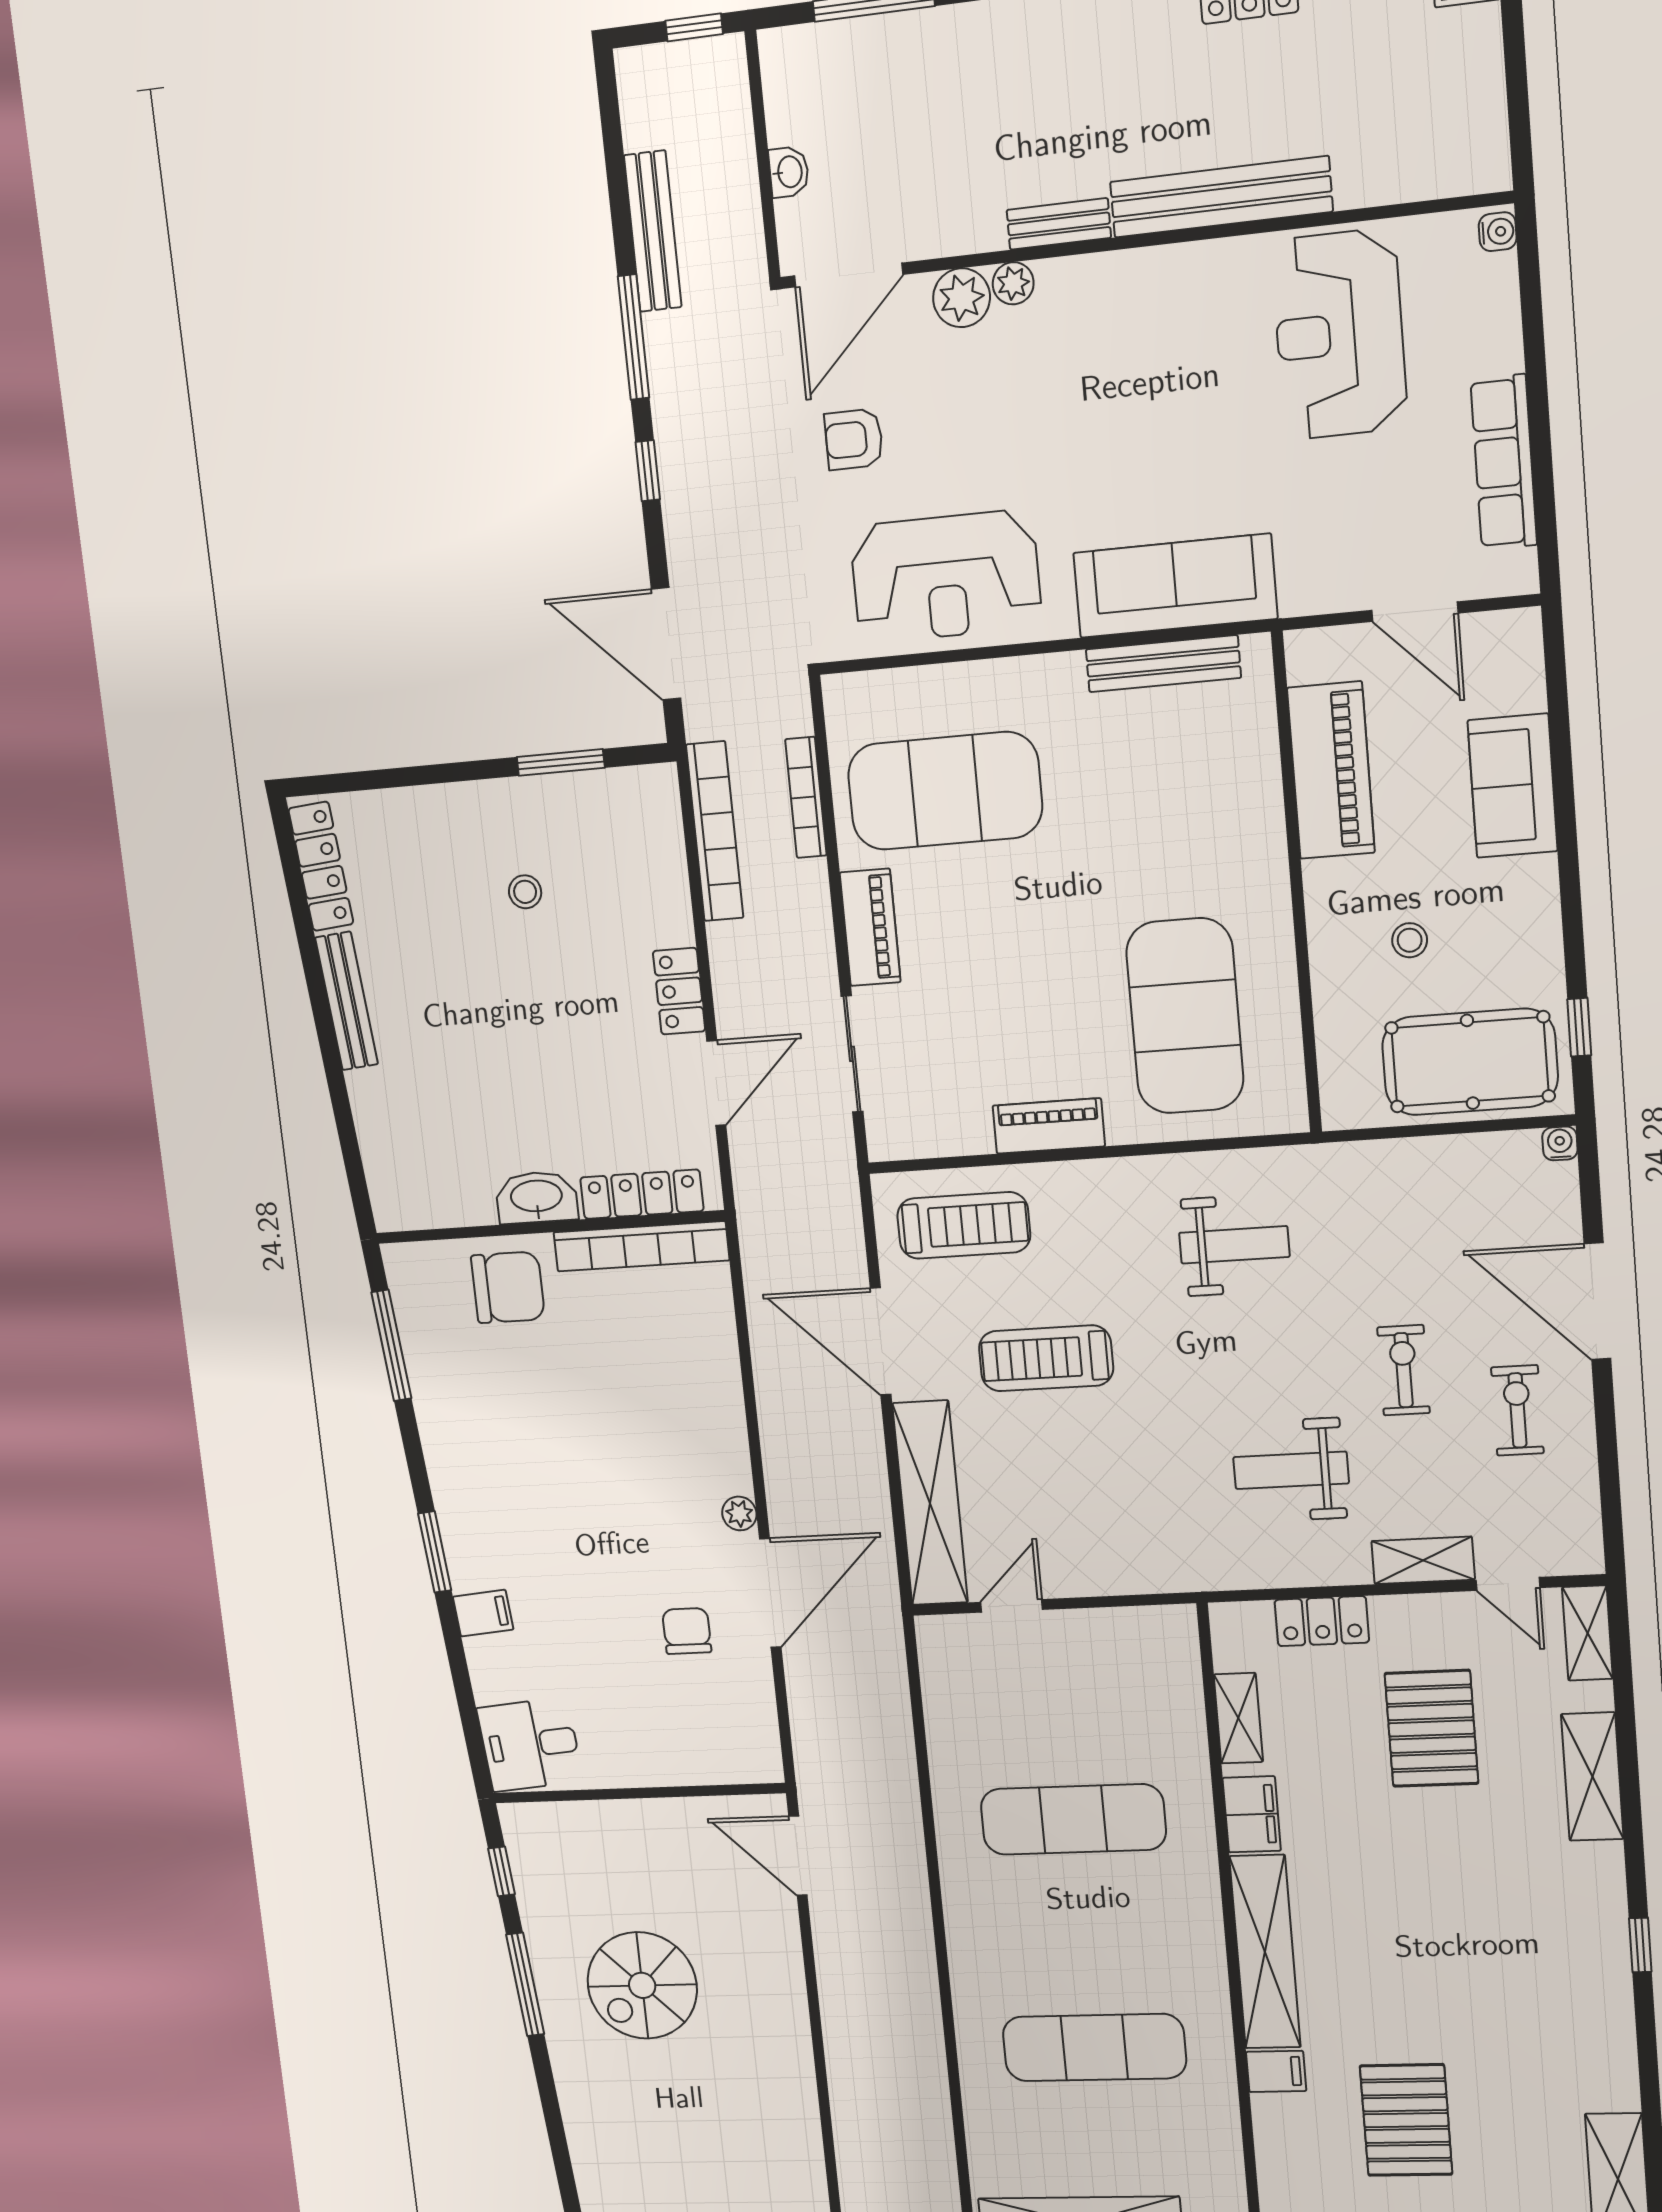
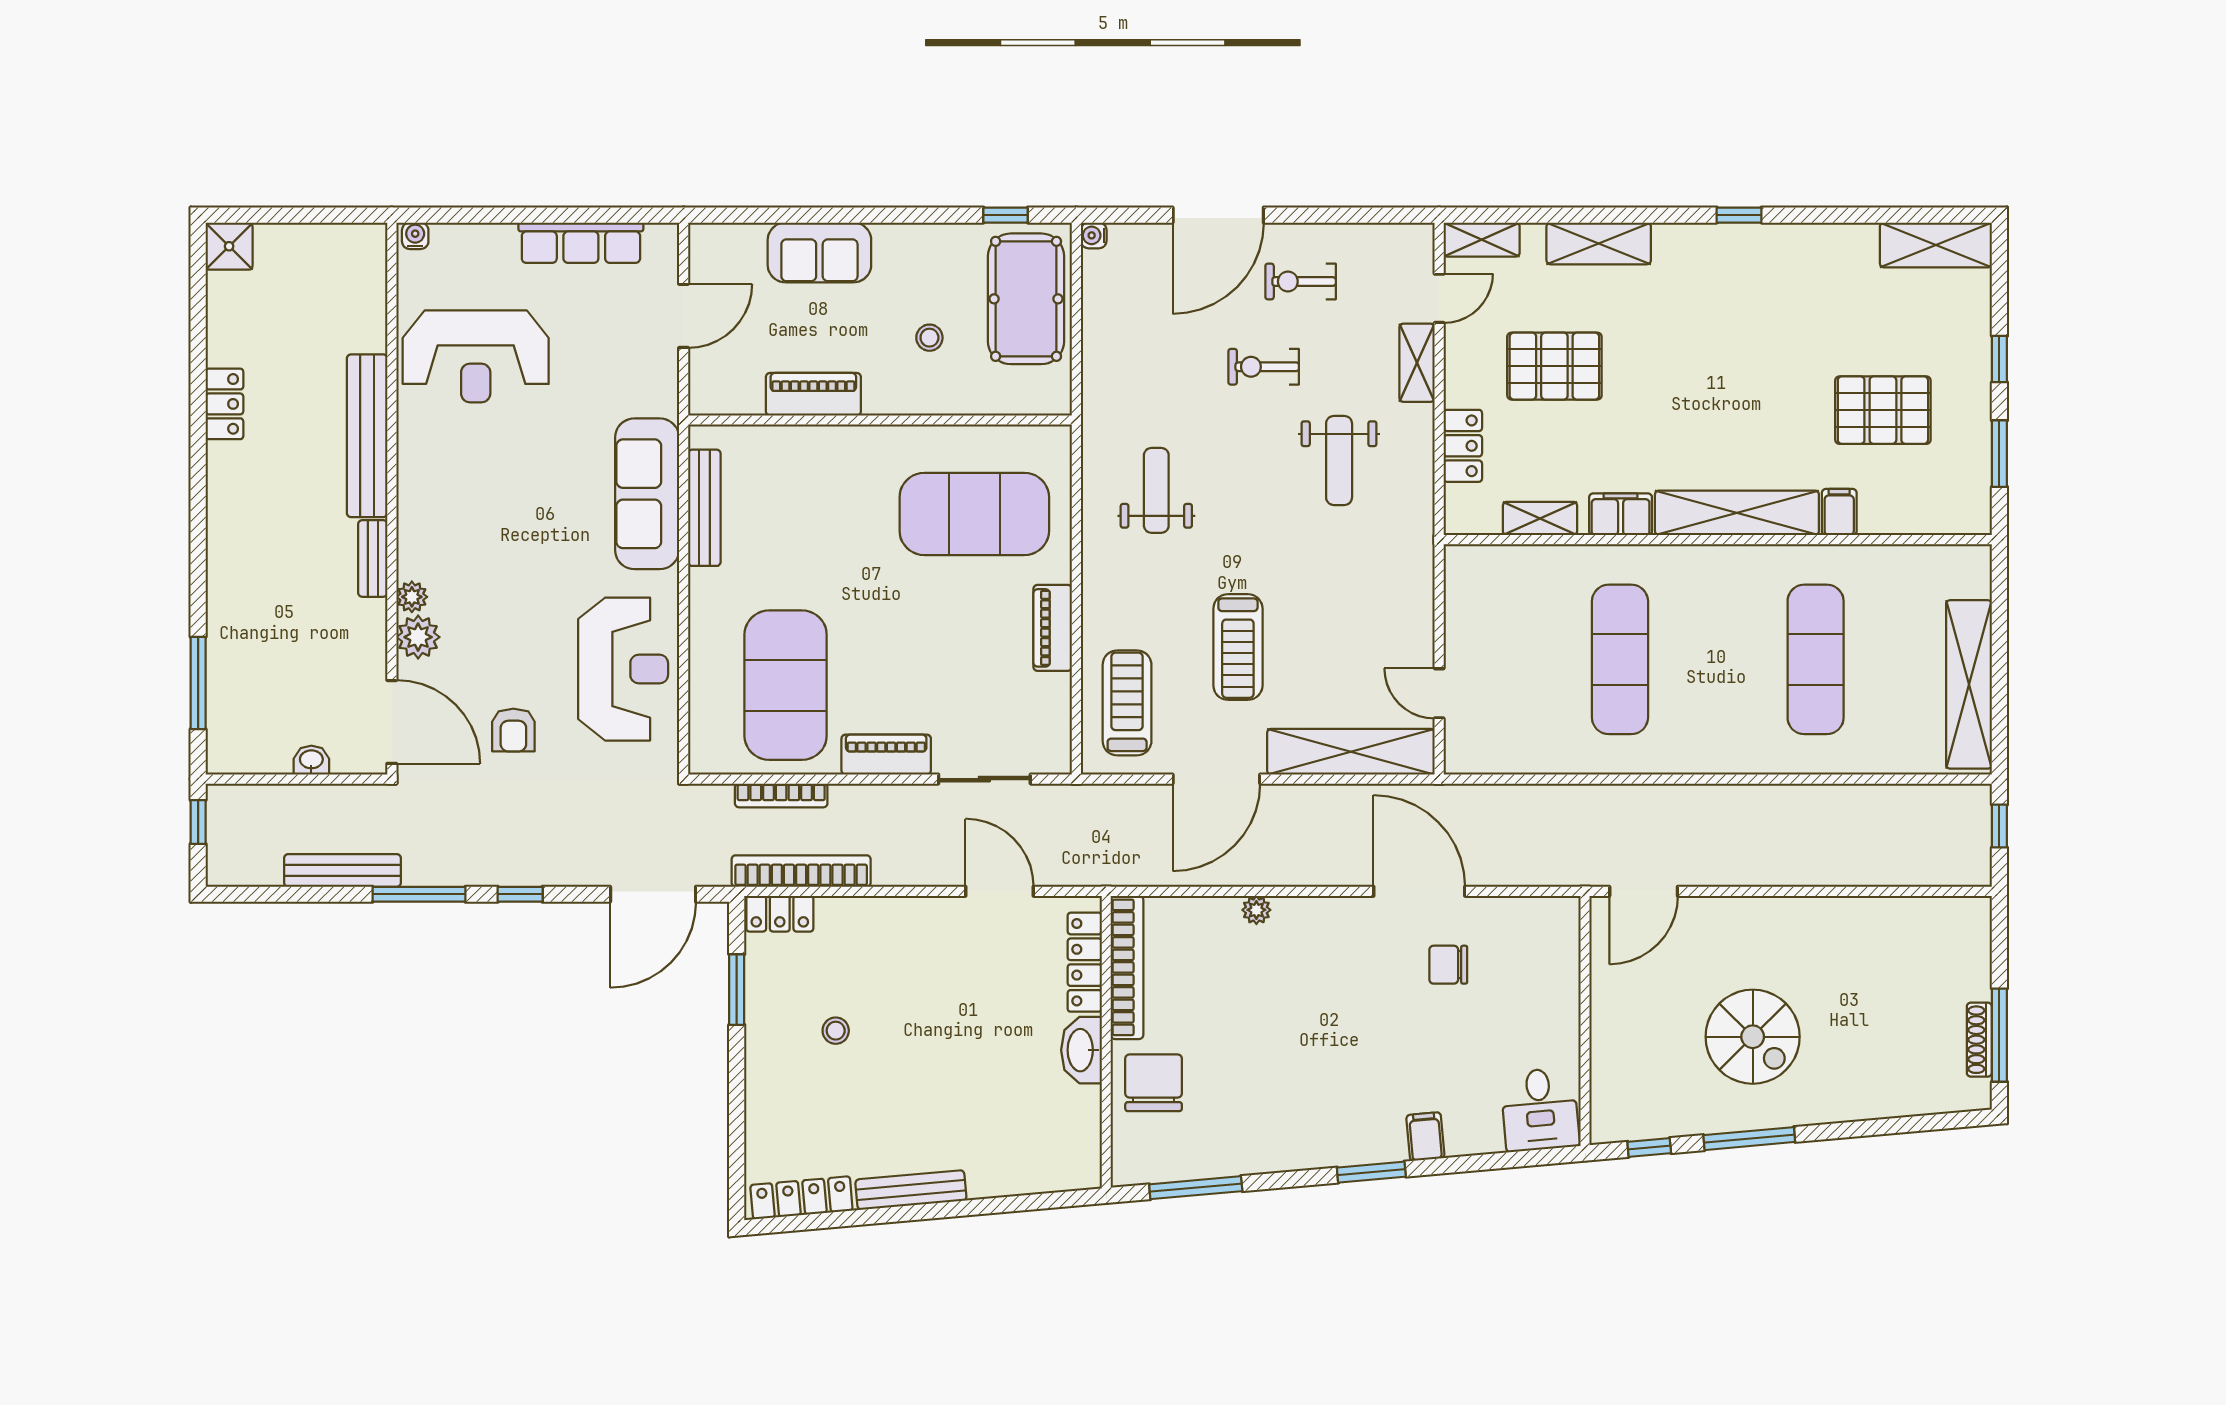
piano: (1331, 770) -> (813, 394), width x0.73, depth x0.75
locker: (679, 991) -> (780, 914), moved
plant: (739, 1513) -> (1256, 910), moved

